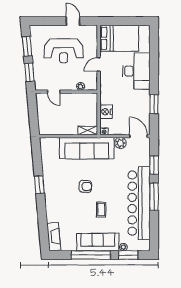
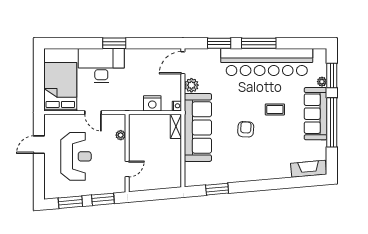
window: (154, 104) -> (114, 43), moved
window: (39, 185) -> (217, 189), moved

